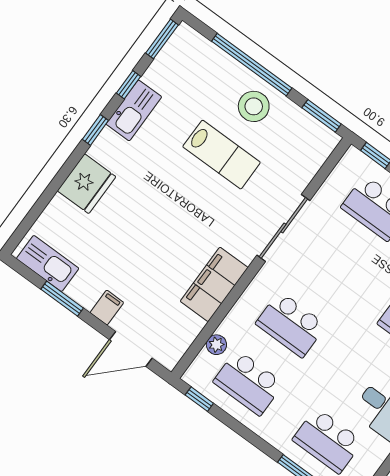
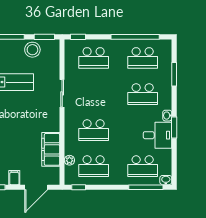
stool: (254, 106) -> (32, 50), moved
sliding door: (283, 228) -> (62, 93), width x0.73
filing cabinet: (214, 284) -> (51, 149), moved

